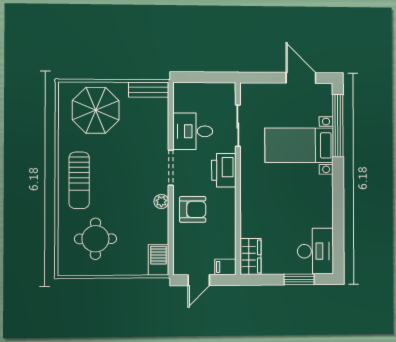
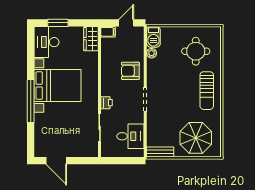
window: (338, 126) -> (31, 101), moved
desk: (193, 131) -> (130, 136), moved
bed with nightstands: (299, 145) -> (58, 86), moved, width x1.36
printer: (224, 170) -> (107, 103), width x0.53, depth x0.68
sun lounger: (79, 180) -> (207, 91), turned 180
plant: (161, 201) -> (152, 53), moved

